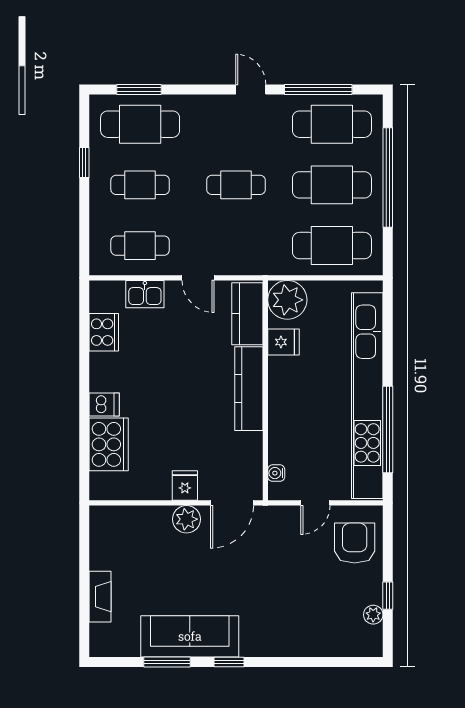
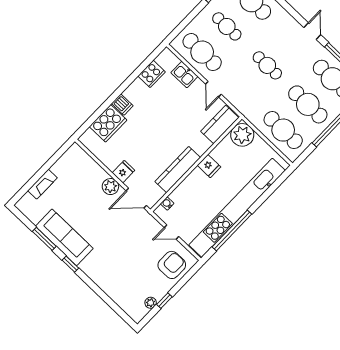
cafe table: (140, 246) -> (202, 52), width x1.37, depth x1.35
fridge: (283, 342) -> (209, 166), moved
kitchen counter: (249, 389) -> (178, 170), moved

